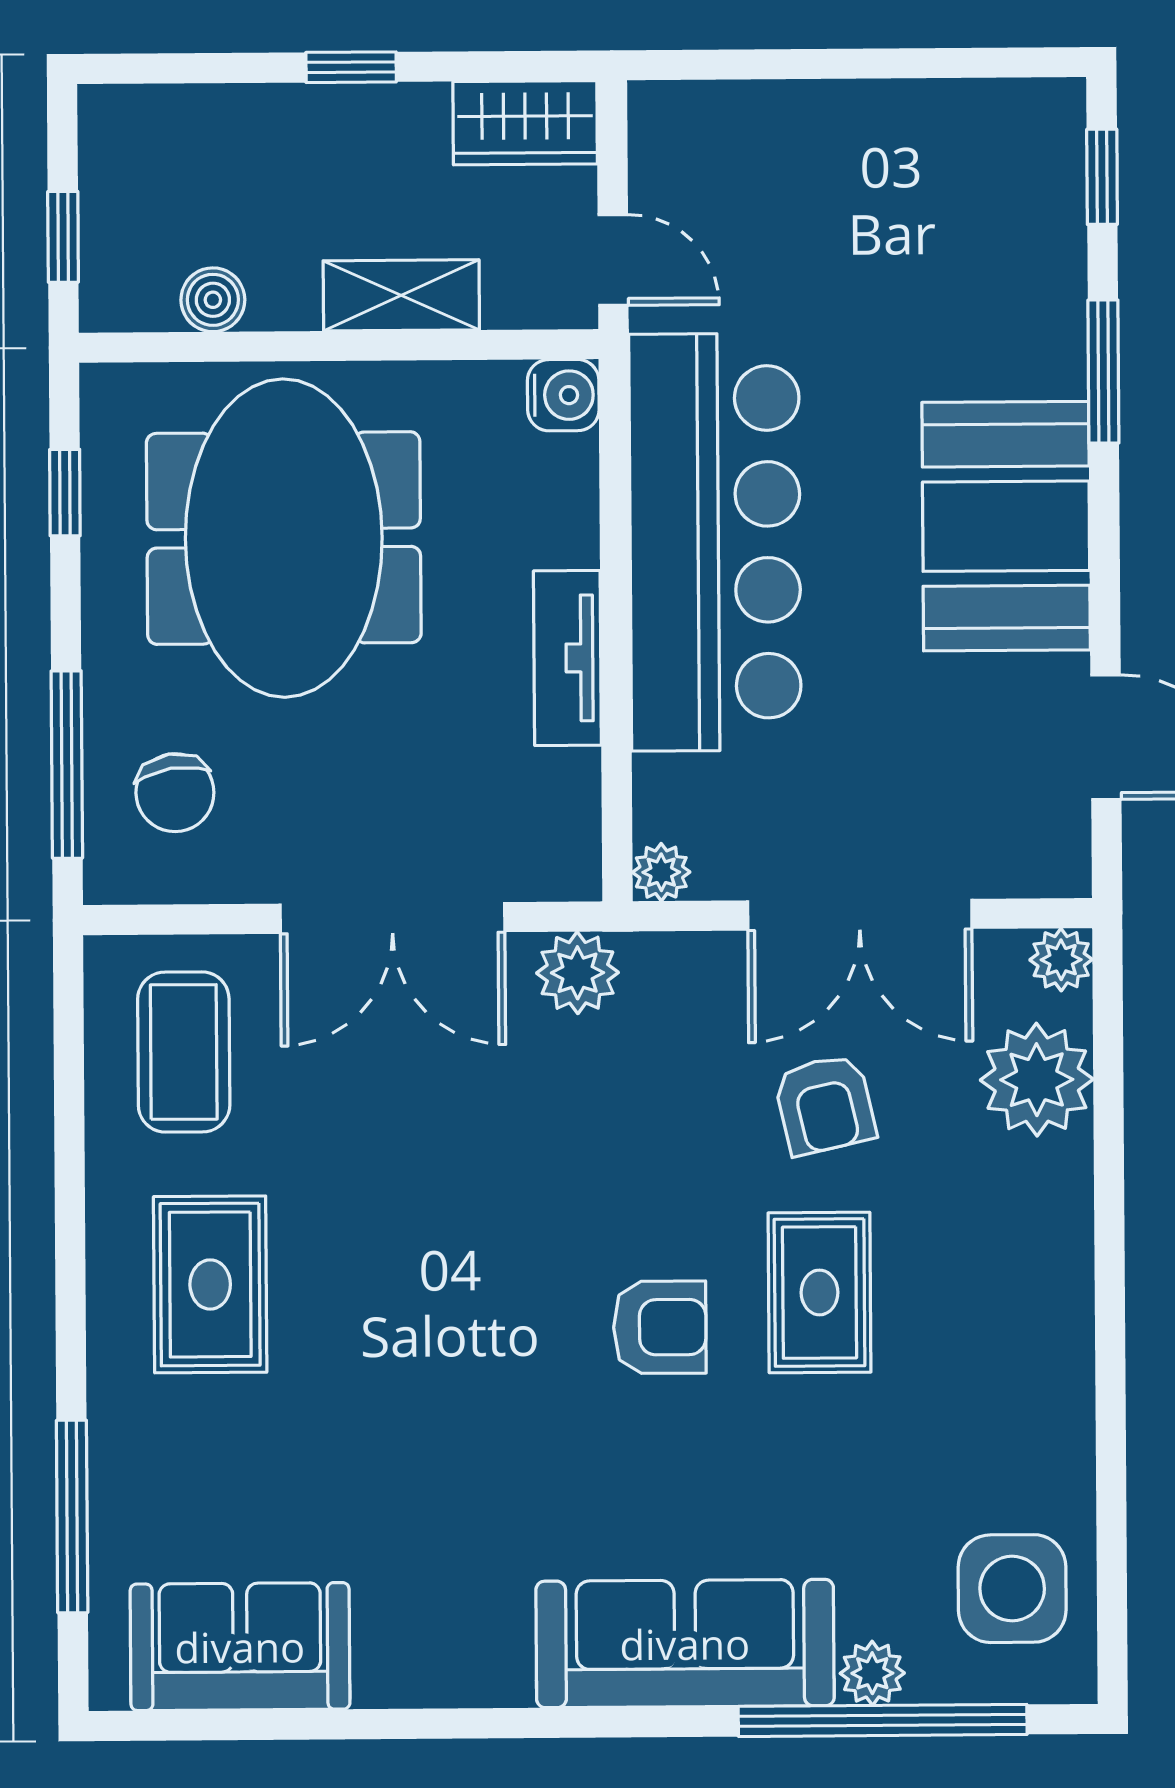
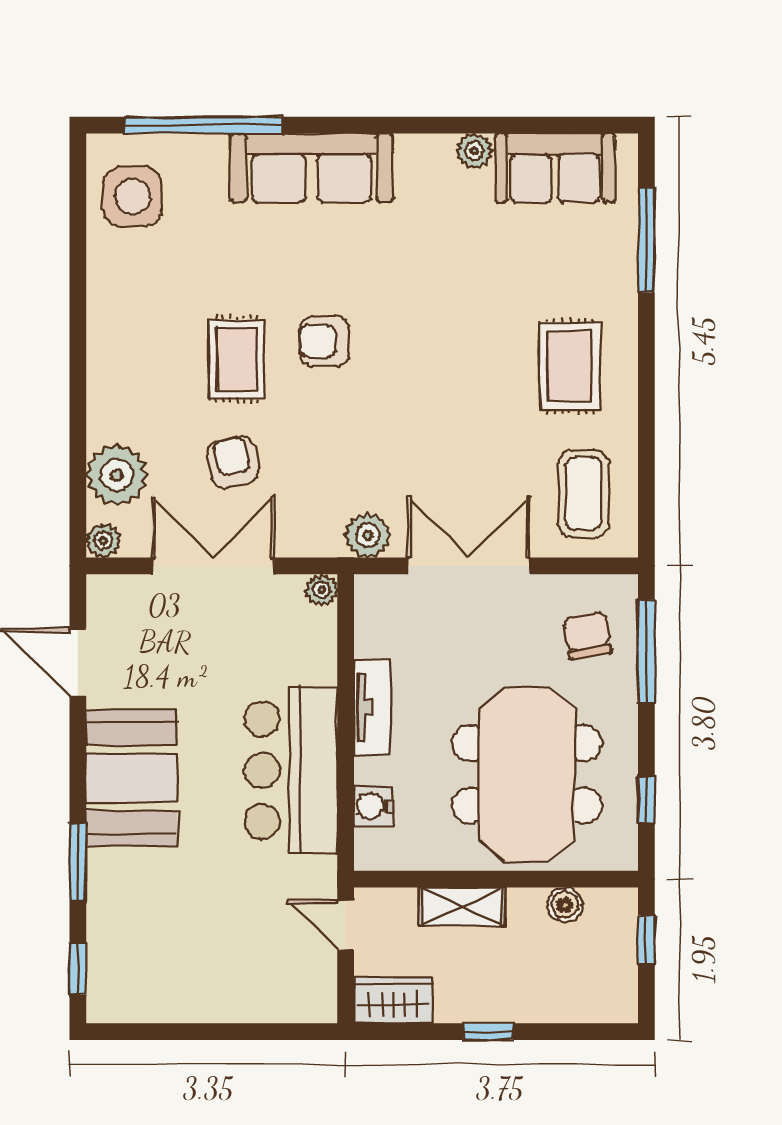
water cooler: (563, 395) -> (373, 806), moved
bar counter: (715, 542) -> (291, 770), width x0.73
plant: (872, 1673) -> (474, 151), moved

